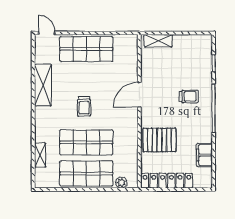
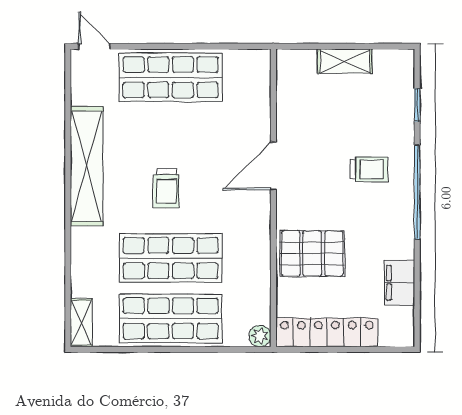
shelving: (158, 41) -> (345, 61), moved
shelving: (43, 85) -> (87, 166), width x1.47
shelving: (40, 155) -> (81, 323), moved
plant: (121, 183) -> (260, 336), moved

